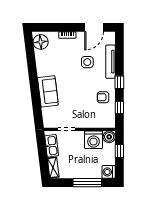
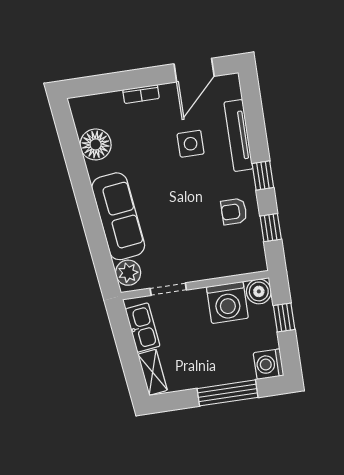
floor lamp: (41, 42) -> (96, 144), moved
sofa: (48, 91) -> (118, 216), width x1.36
plant: (49, 119) -> (128, 273), added

